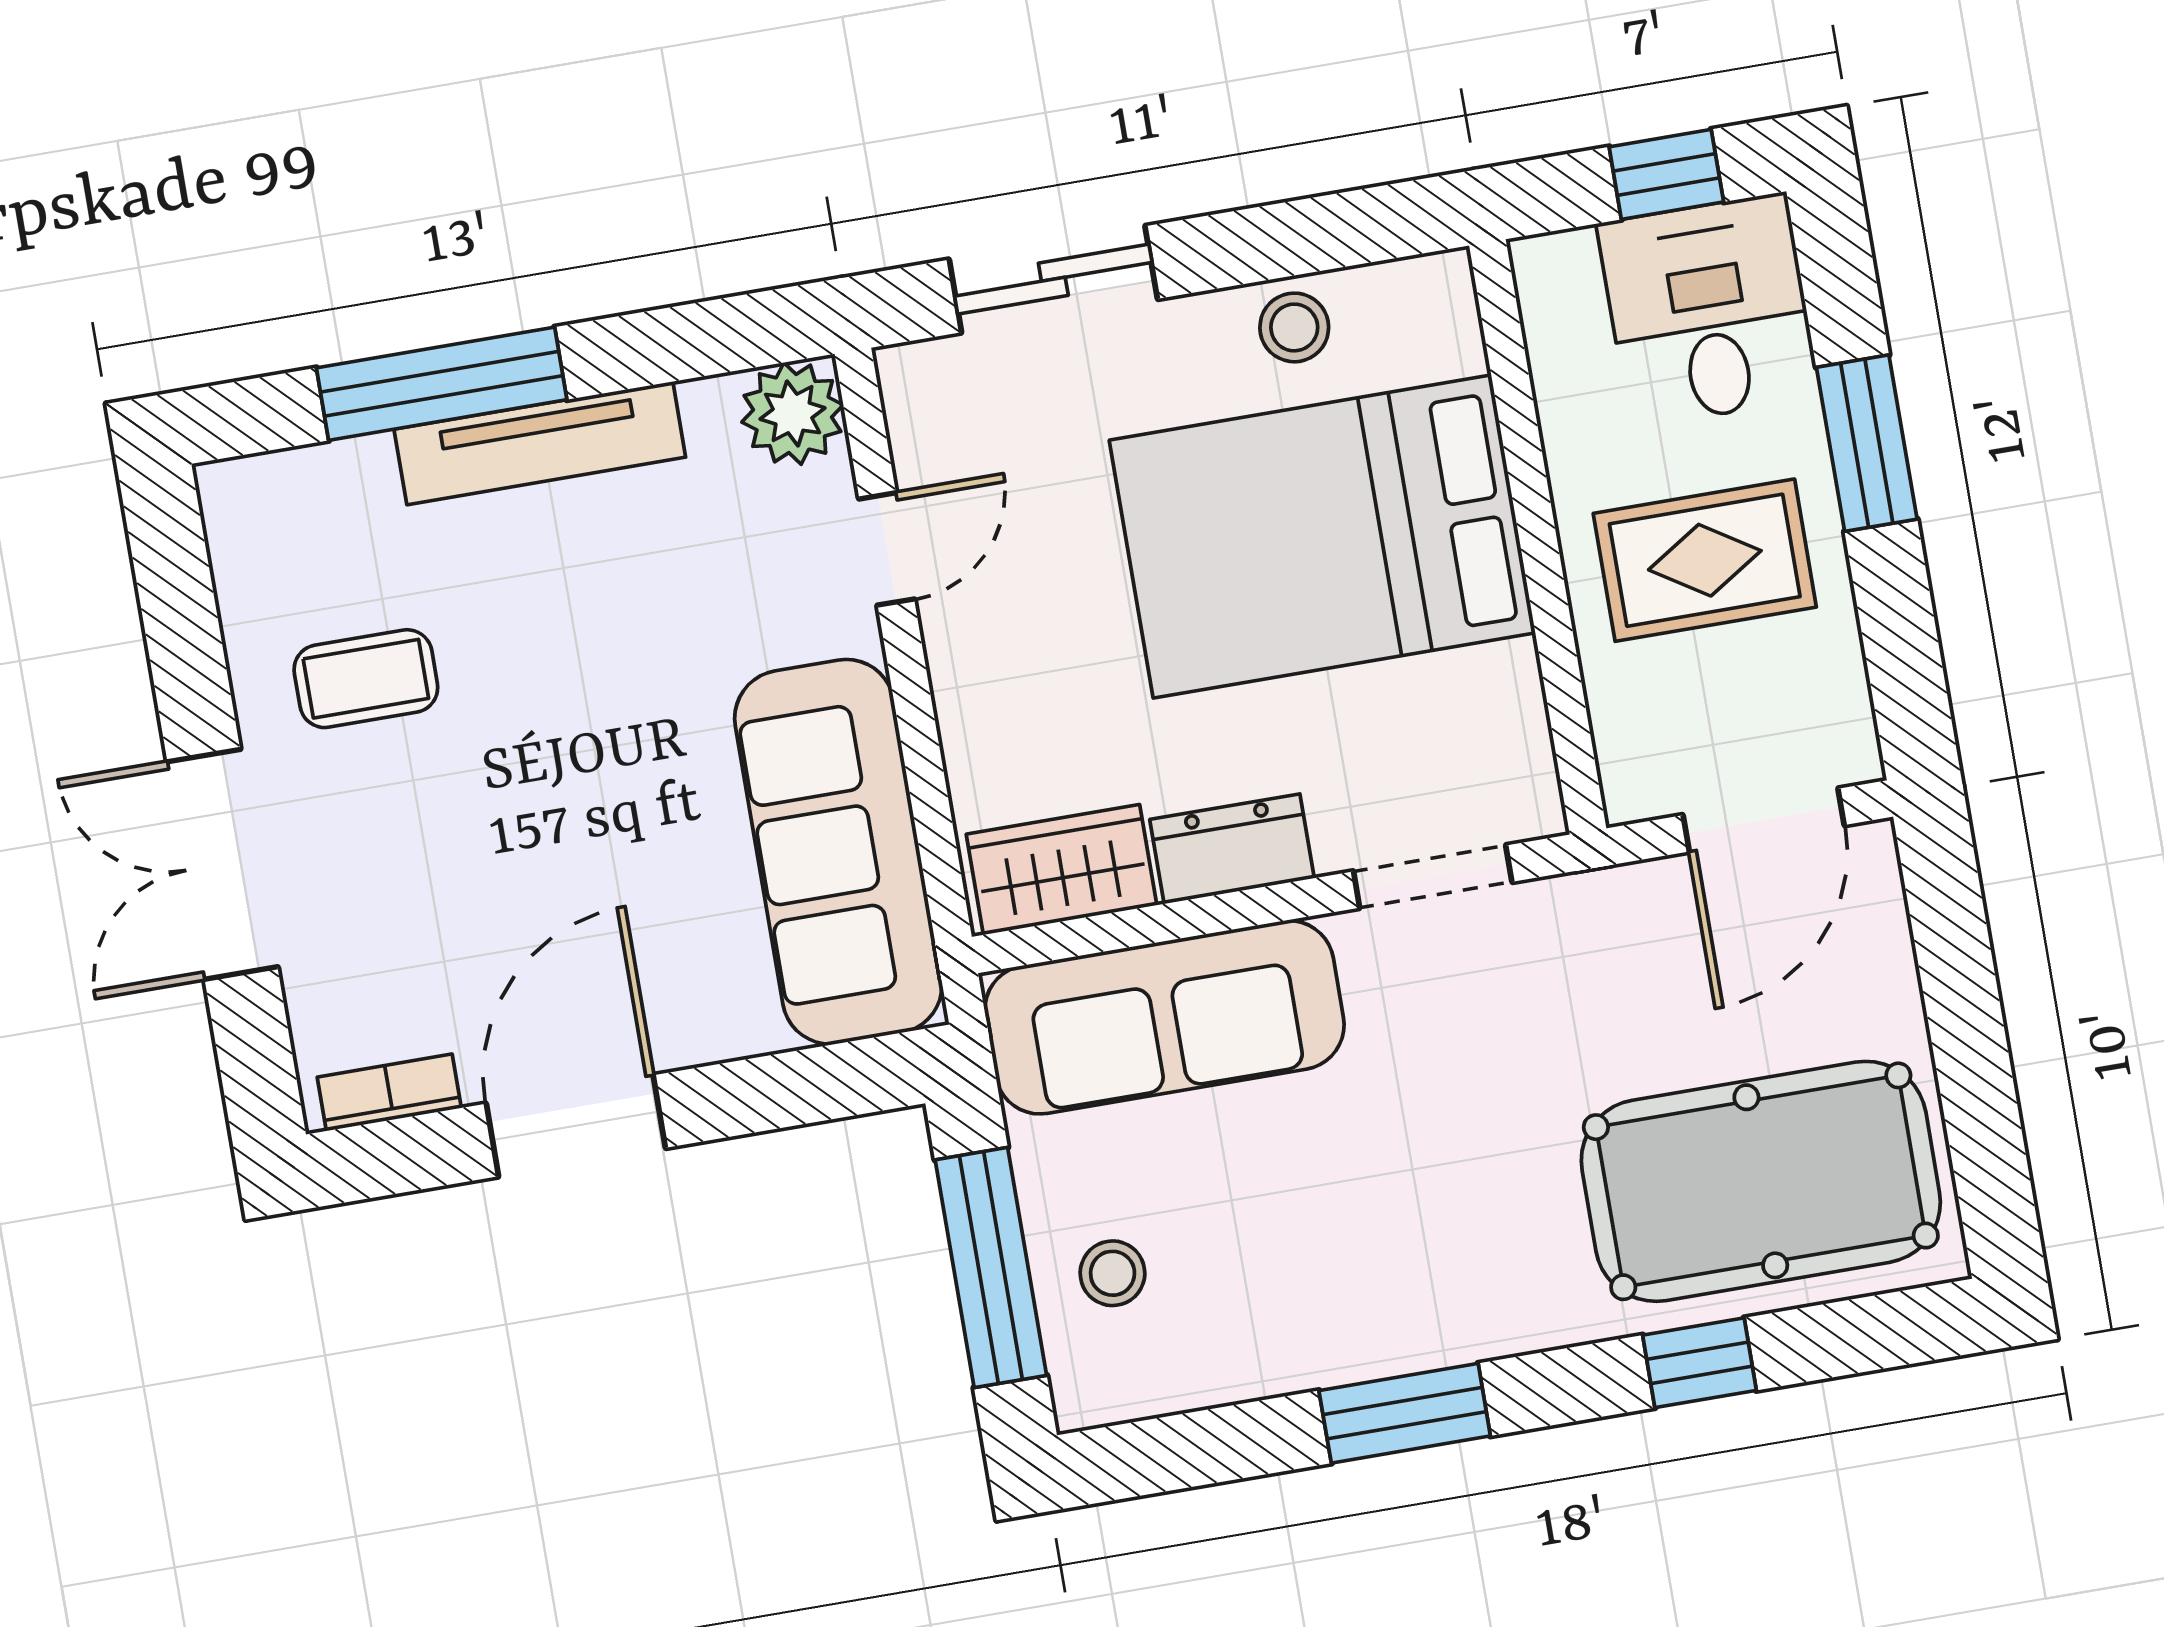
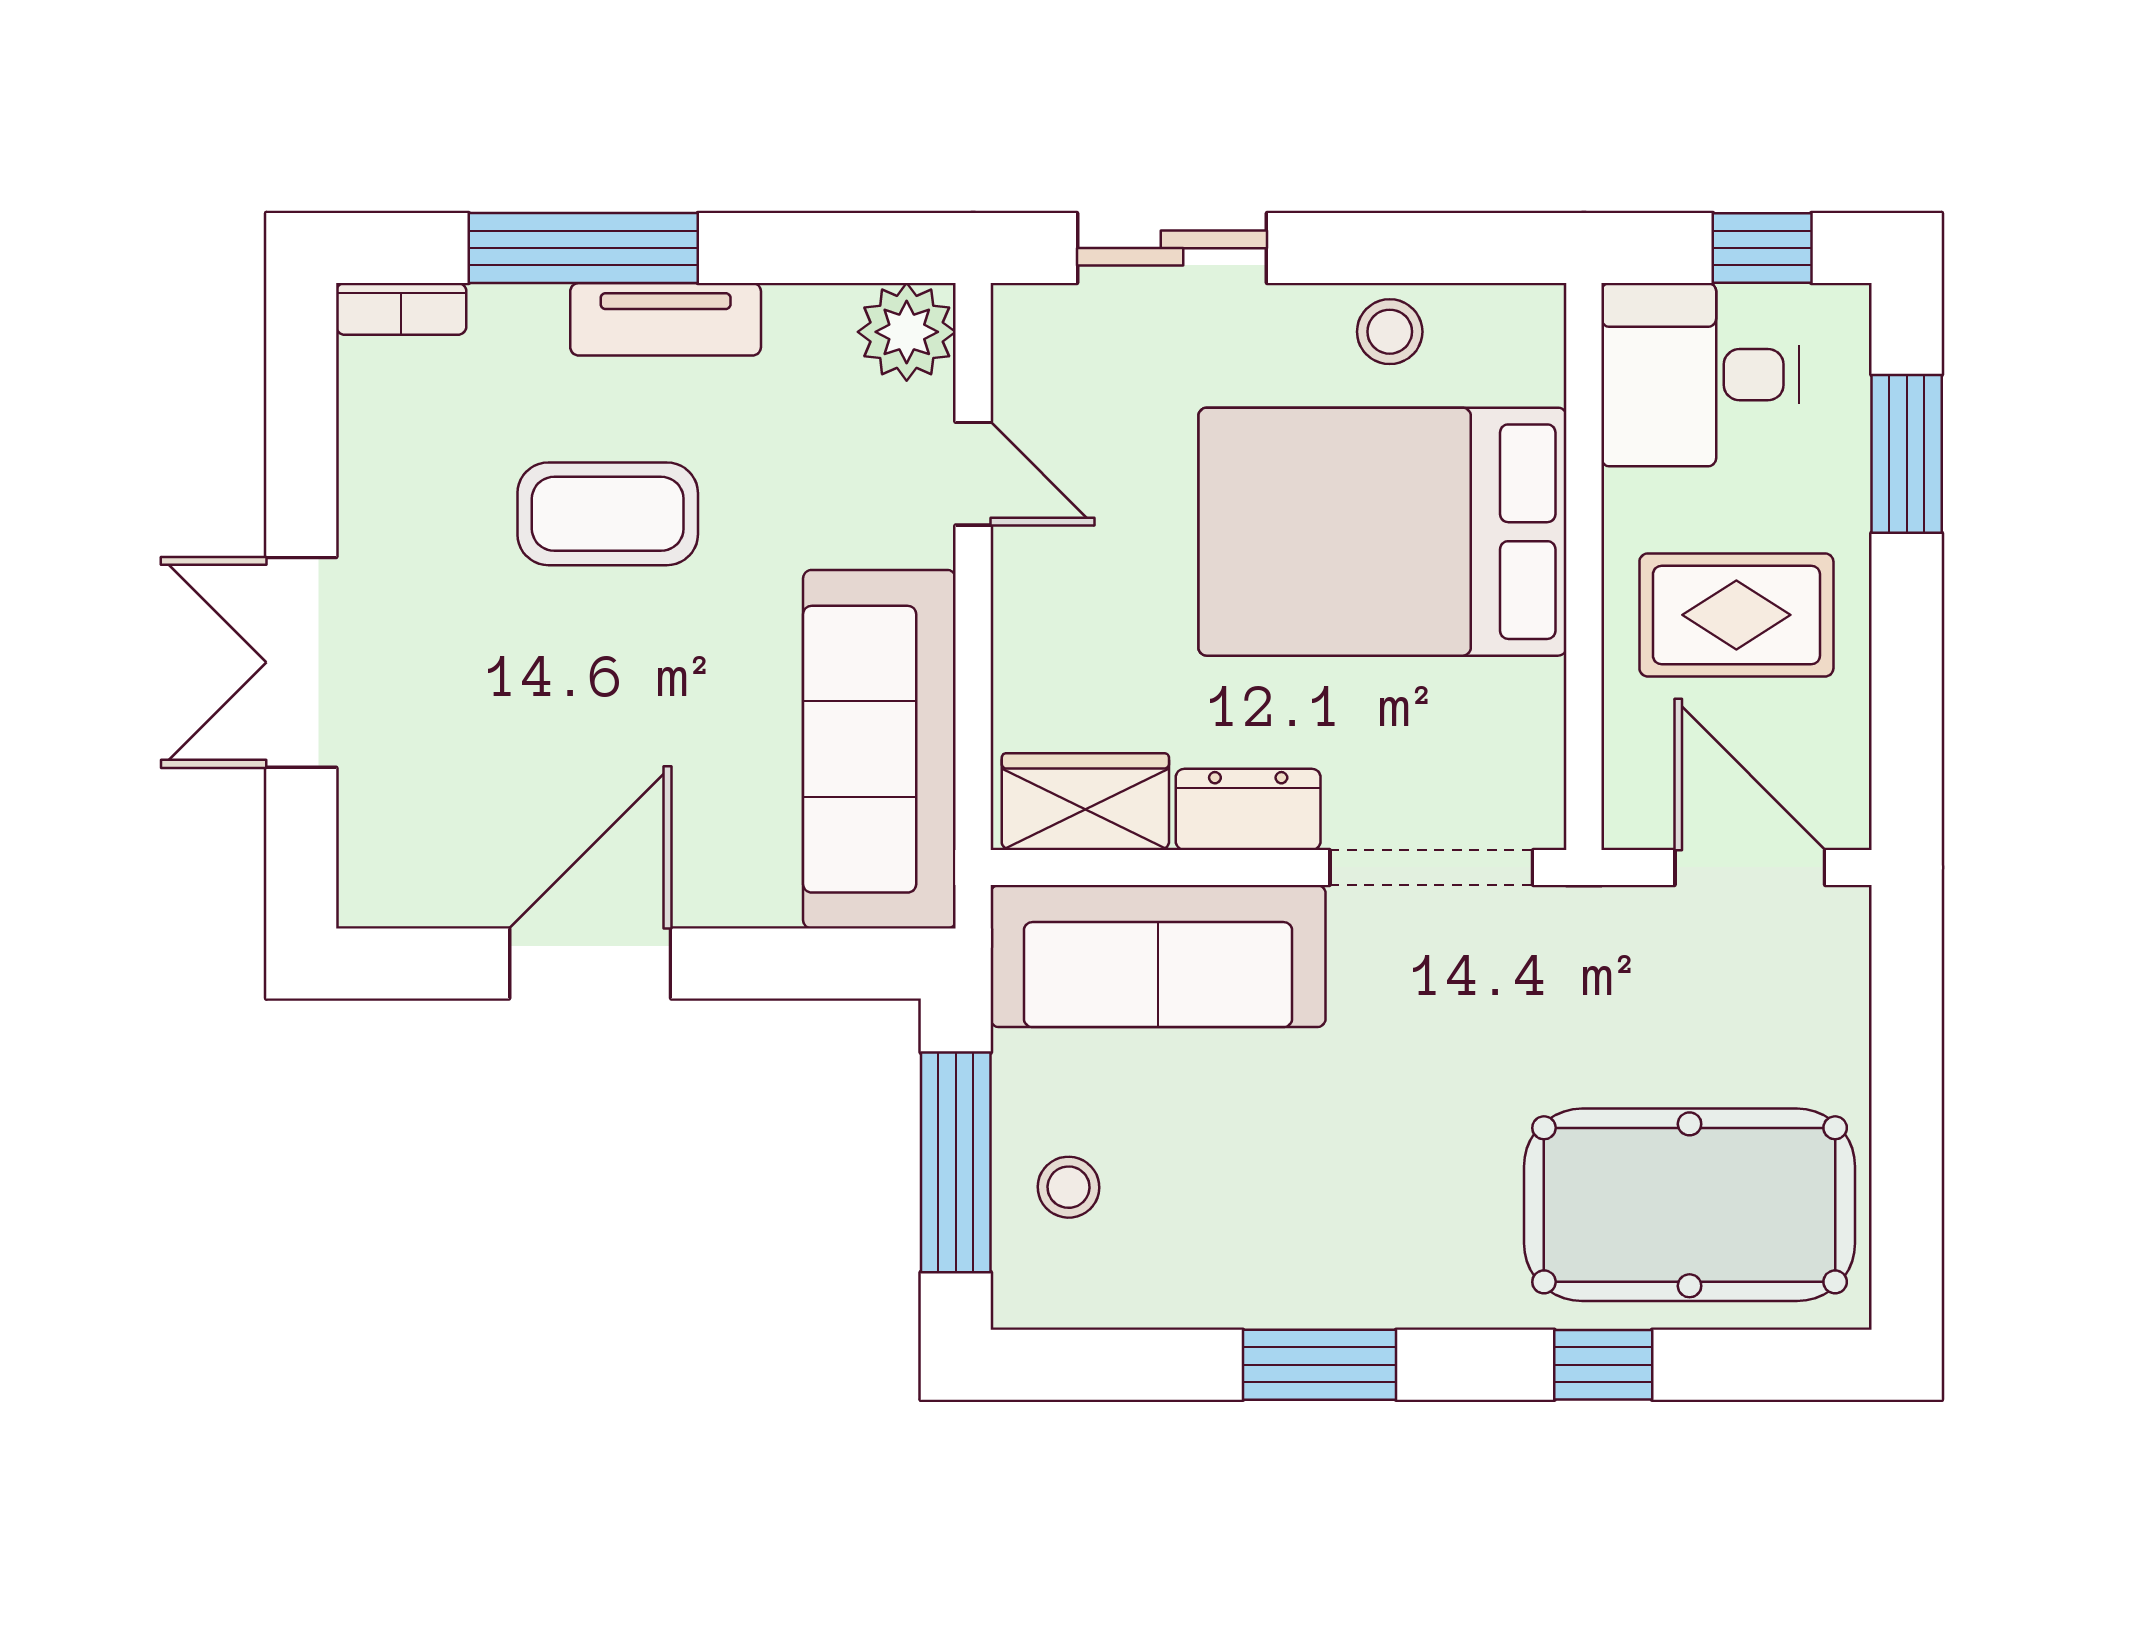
desk: (1709, 310) -> (1700, 375), moved, turned -90
tv unit: (540, 443) -> (666, 319), width x0.71
window: (1867, 443) -> (1907, 454), moved
door: (887, 549) -> (973, 474), hinge flipped
coffee table: (366, 679) -> (608, 514), moved, width x1.36, depth x1.30
door: (1764, 820) -> (1750, 867), swing flipped
doorway: (1433, 877) -> (1431, 867), width x1.38
bookcase: (389, 1093) -> (401, 309), moved, turned 180

